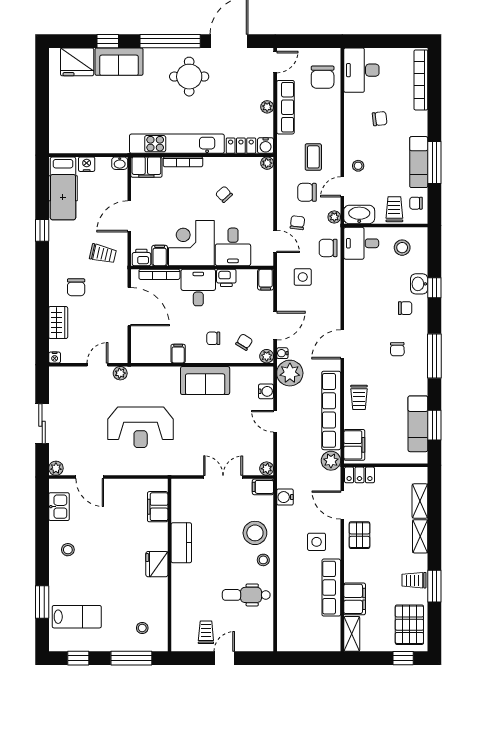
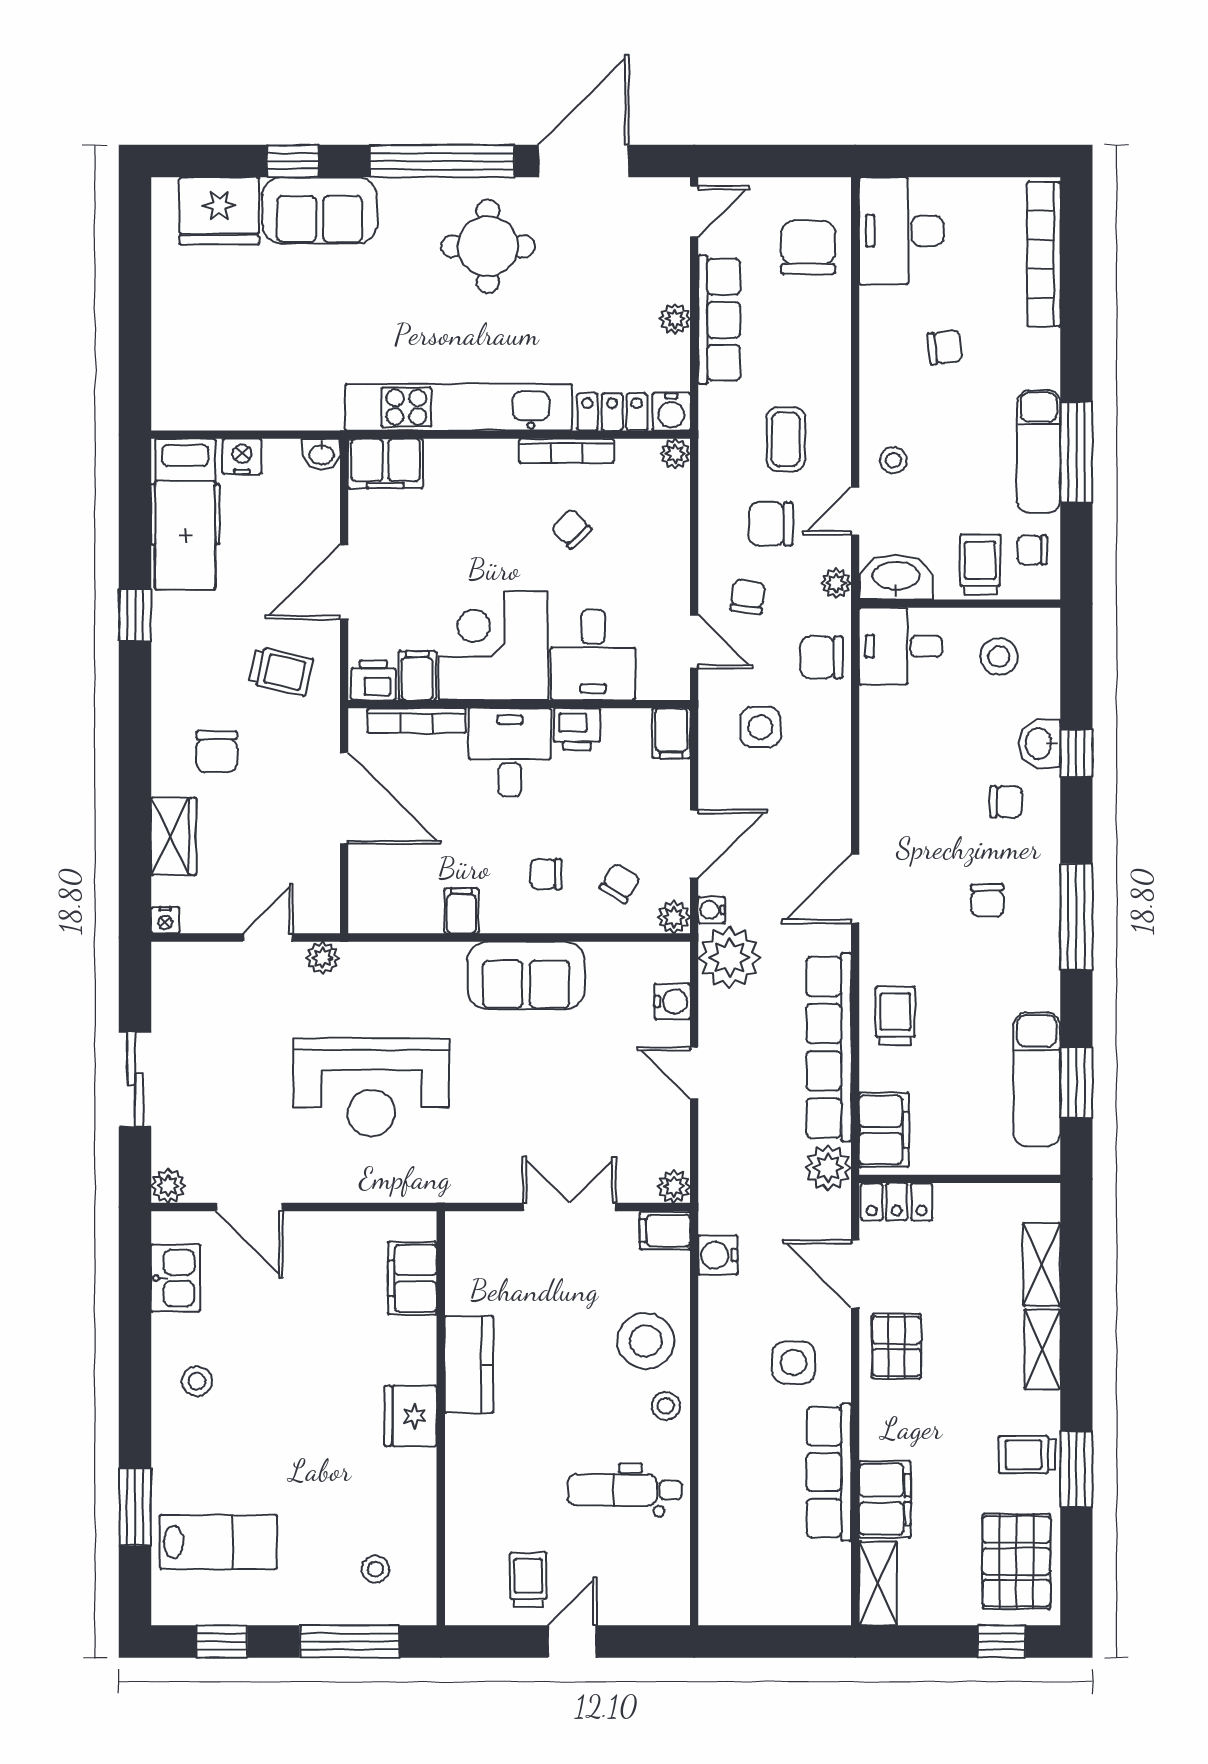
chair: (323, 77) -> (808, 248), turned 180
bookcase: (183, 162) -> (567, 451), moved
trolley: (359, 397) -> (895, 1016), turned 180

